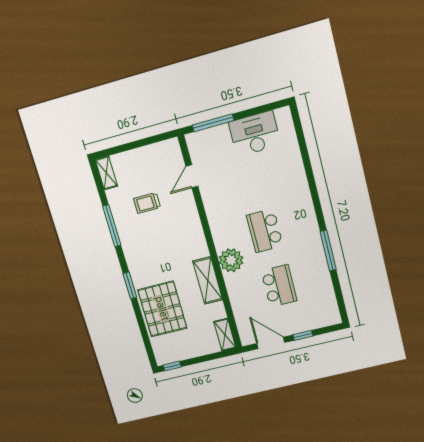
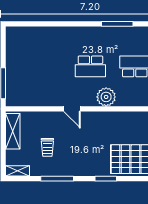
desk: (255, 134) -> (19, 56), removed
door: (192, 176) -> (72, 109), moved
shelving: (208, 280) -> (13, 131), moved, turned 90

